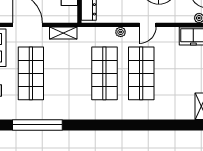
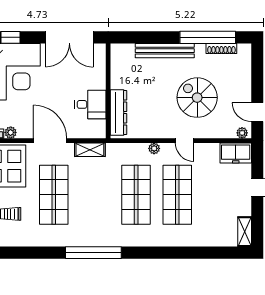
door: (148, 25) -> (185, 141), hinge flipped
window: (37, 125) -> (93, 253), moved

